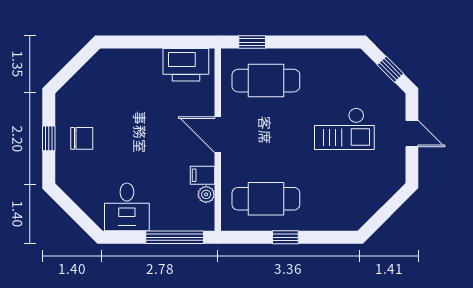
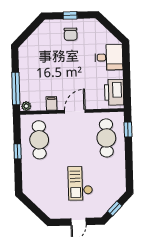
plant: (206, 194) -> (26, 106), moved
desk: (127, 207) -> (109, 57), moved, turned 180

